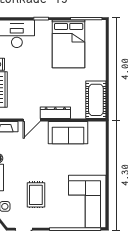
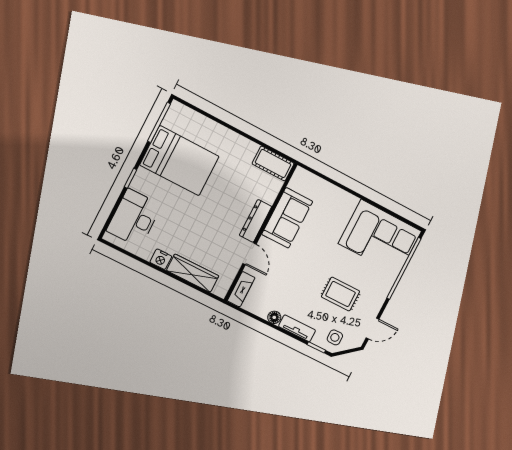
cot: (96, 100) -> (273, 164), width x0.73, depth x0.75

